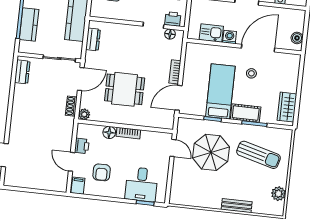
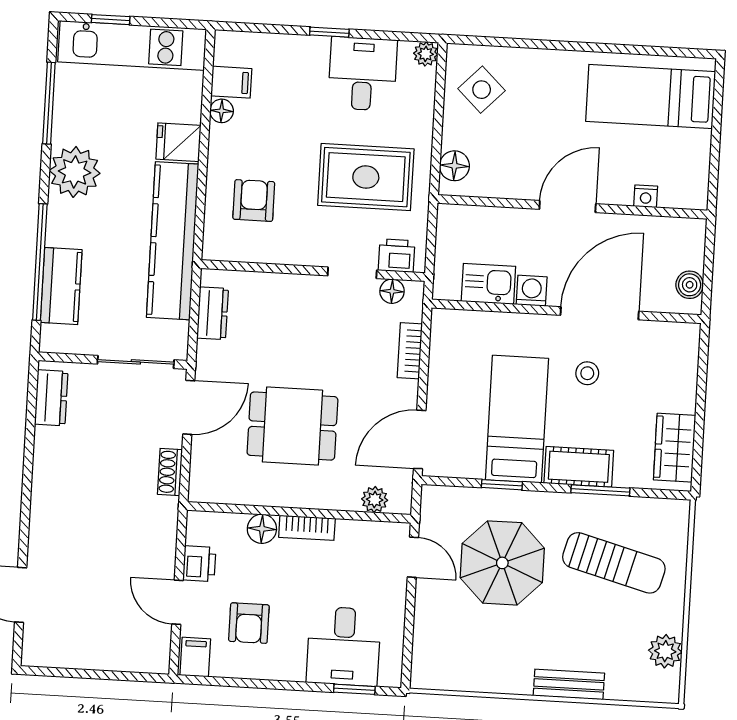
bookcase: (175, 72) -> (410, 351), moved
plant: (84, 114) -> (375, 500), moved

